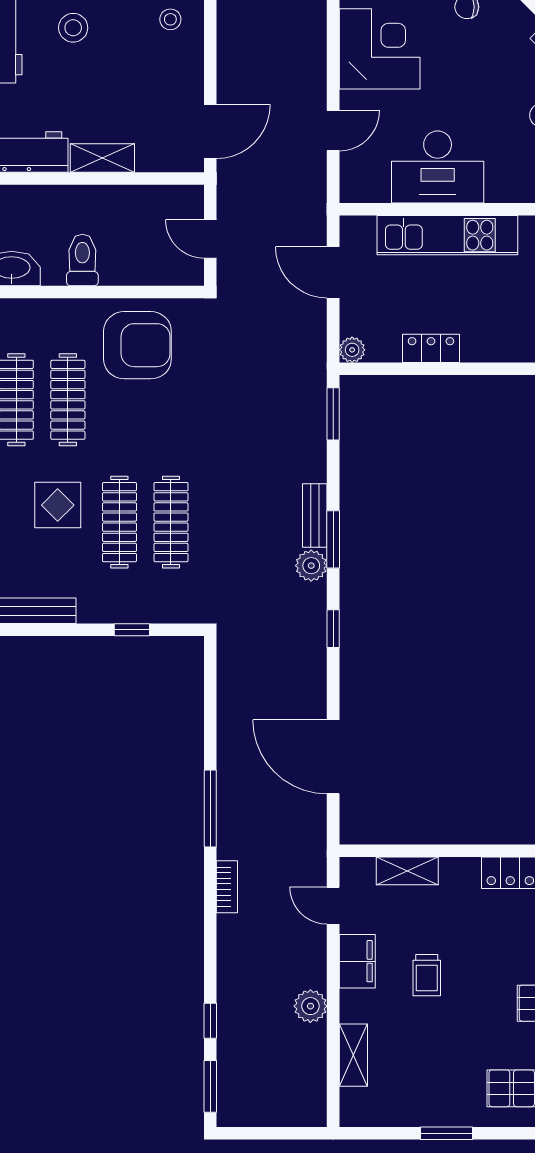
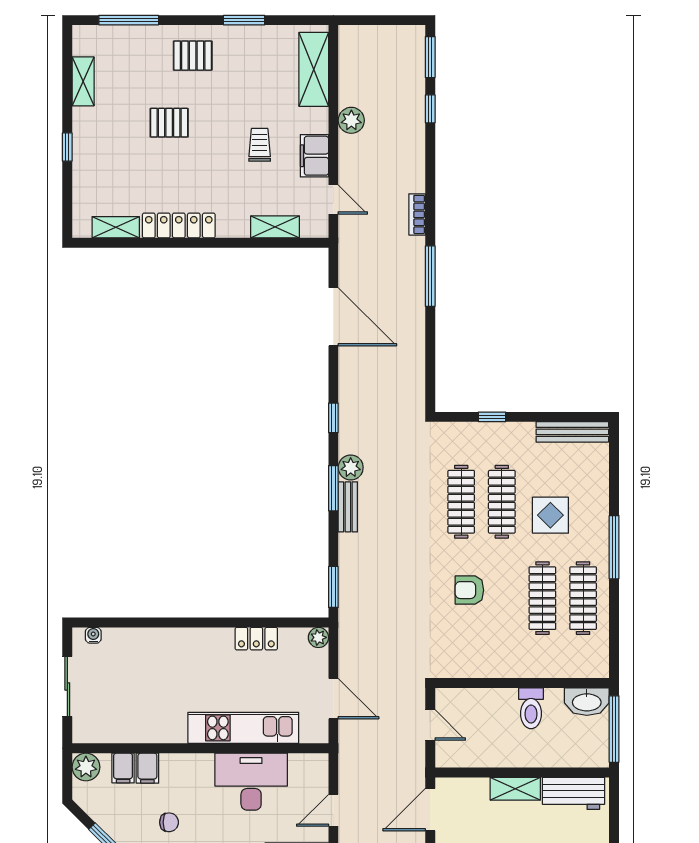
armchair: (137, 345) -> (469, 590), moved, width x0.53, depth x0.53
shelving: (353, 1055) -> (314, 69), width x1.50, depth x1.33

